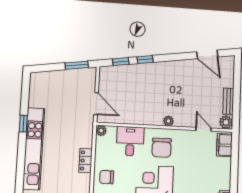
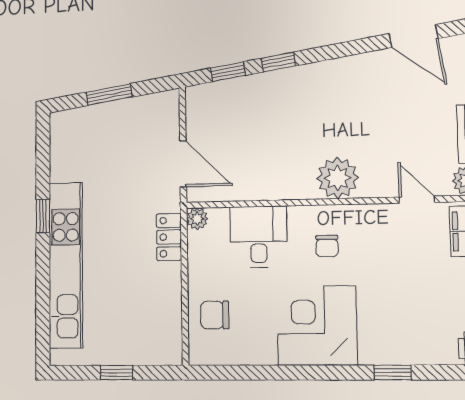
window: (77, 65) -> (109, 95), moved
plant: (168, 121) -> (338, 178), width x1.88, depth x1.88
chair: (162, 148) -> (327, 246), width x0.54, depth x0.54
locker: (86, 161) -> (169, 237), moved

